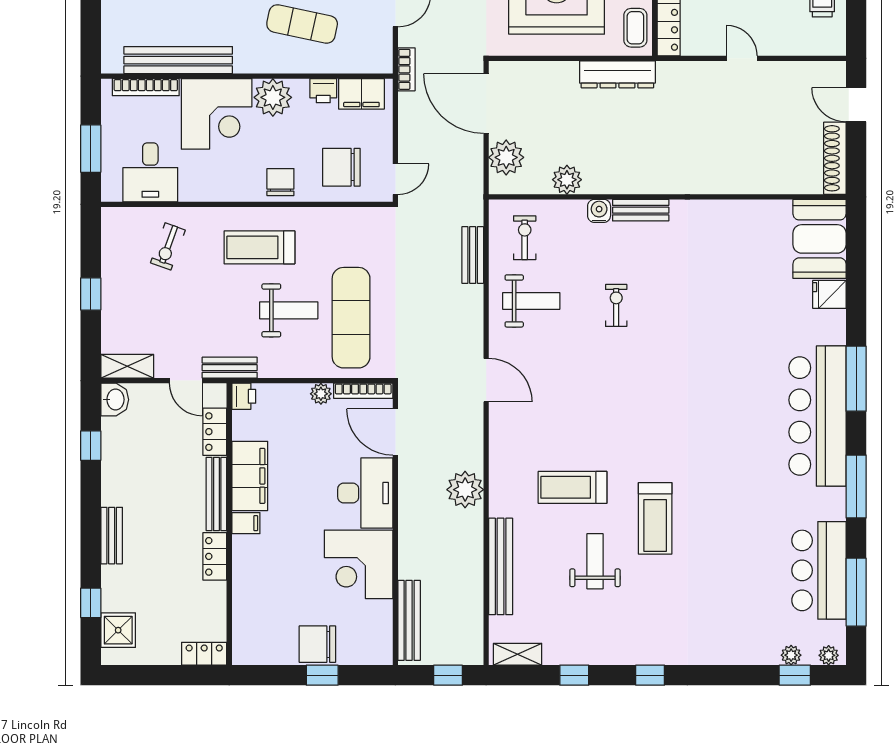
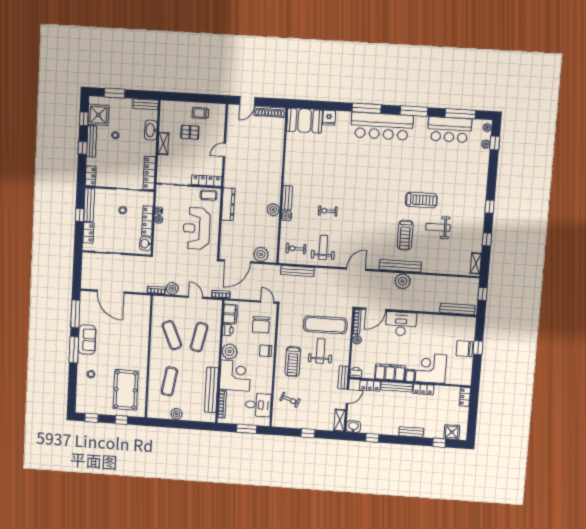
plant: (567, 180) -> (273, 210), moved
bench: (473, 255) -> (297, 271), width x1.36
corner desk: (359, 564) -> (431, 368), moved, turned 180
bench: (501, 566) -> (400, 266), moved
chair: (317, 644) -> (464, 349), turned 90

